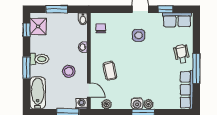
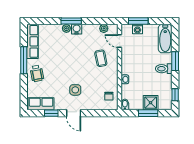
shower: (38, 26) -> (151, 103), moved
stool: (69, 71) -> (137, 58), removed
washing machine: (82, 104) -> (137, 29), moved

